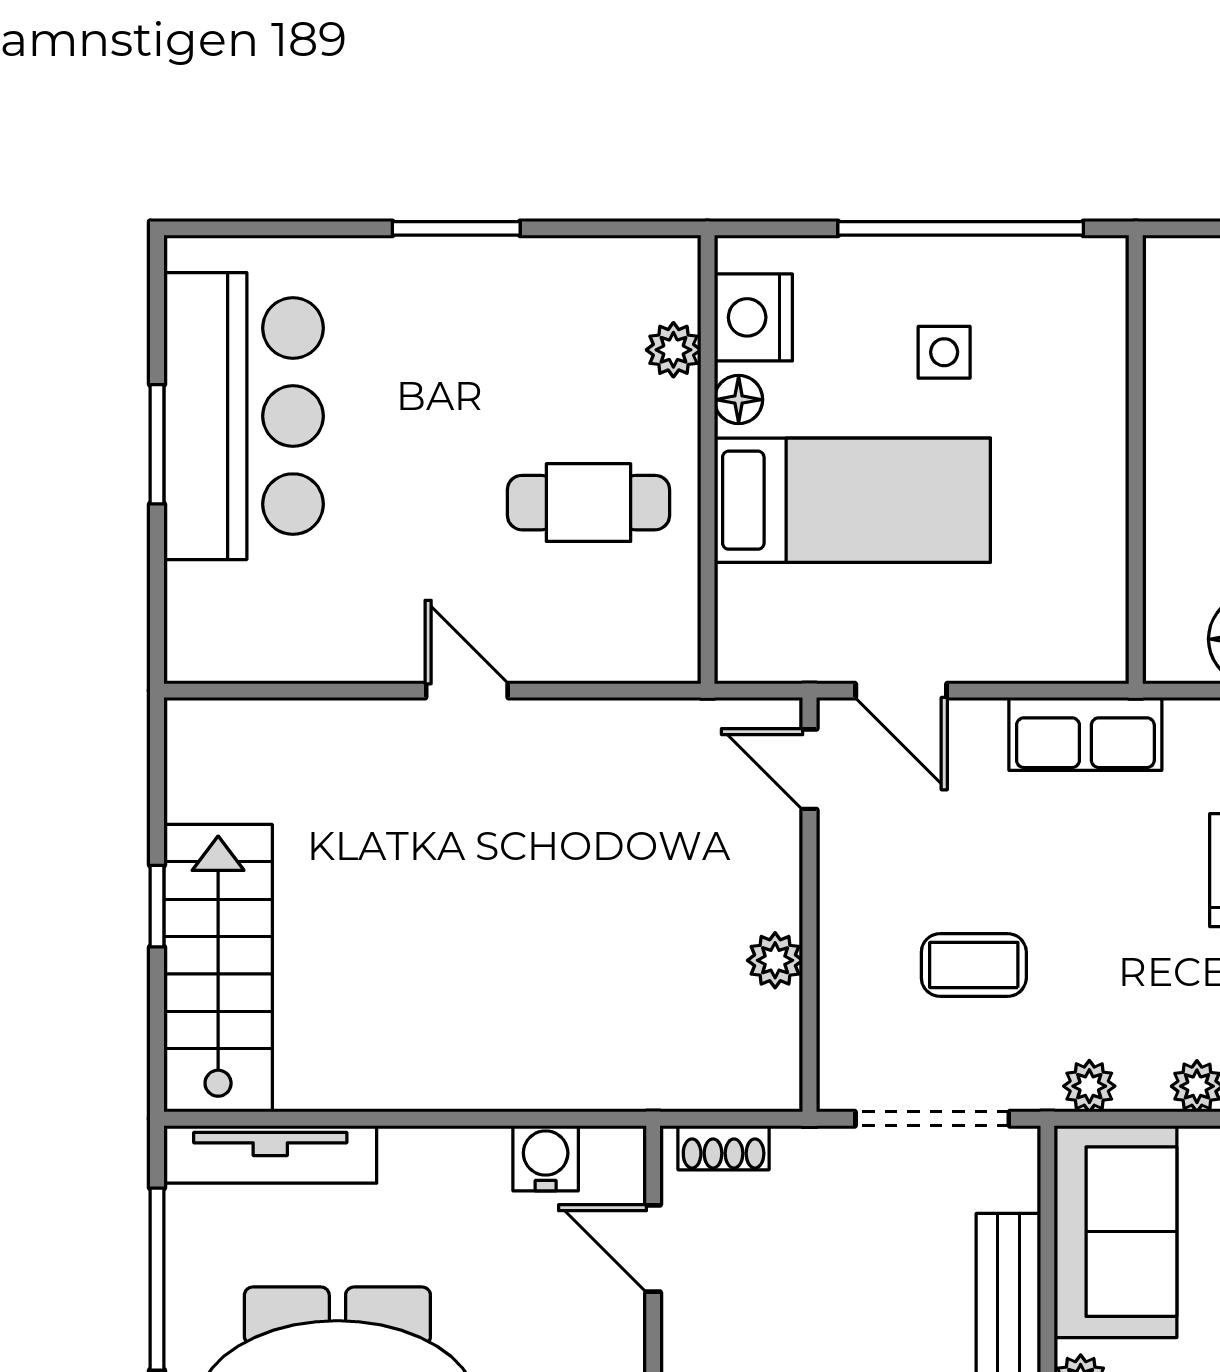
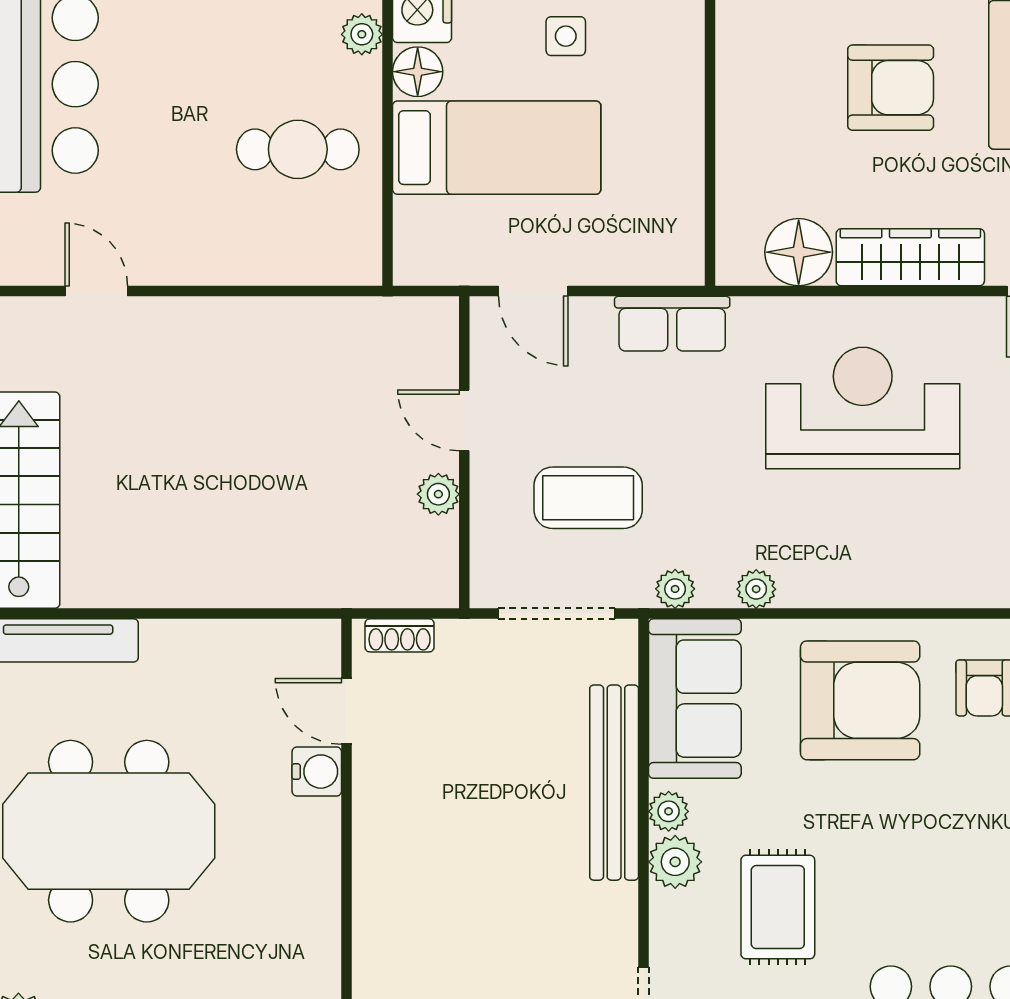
floor lamp: (739, 400) -> (418, 72), width x1.37, depth x1.37
door: (467, 691) -> (96, 291), moved
door: (809, 769) -> (464, 420), moved
coffee table: (974, 965) -> (588, 498), width x1.36, depth x1.30
water cooler: (546, 1158) -> (317, 772), moved, turned 90

